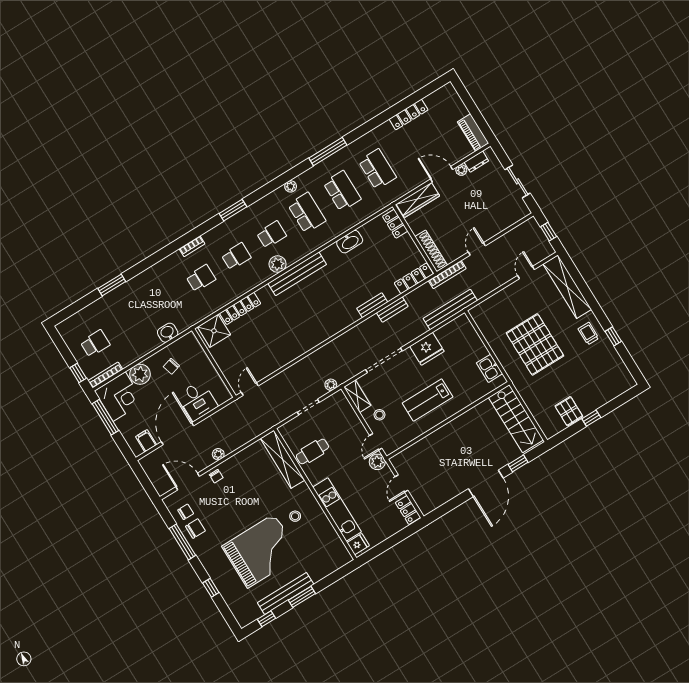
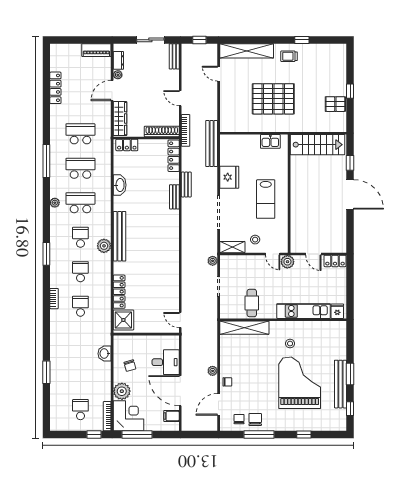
bench: (516, 216) -> (174, 56), added

